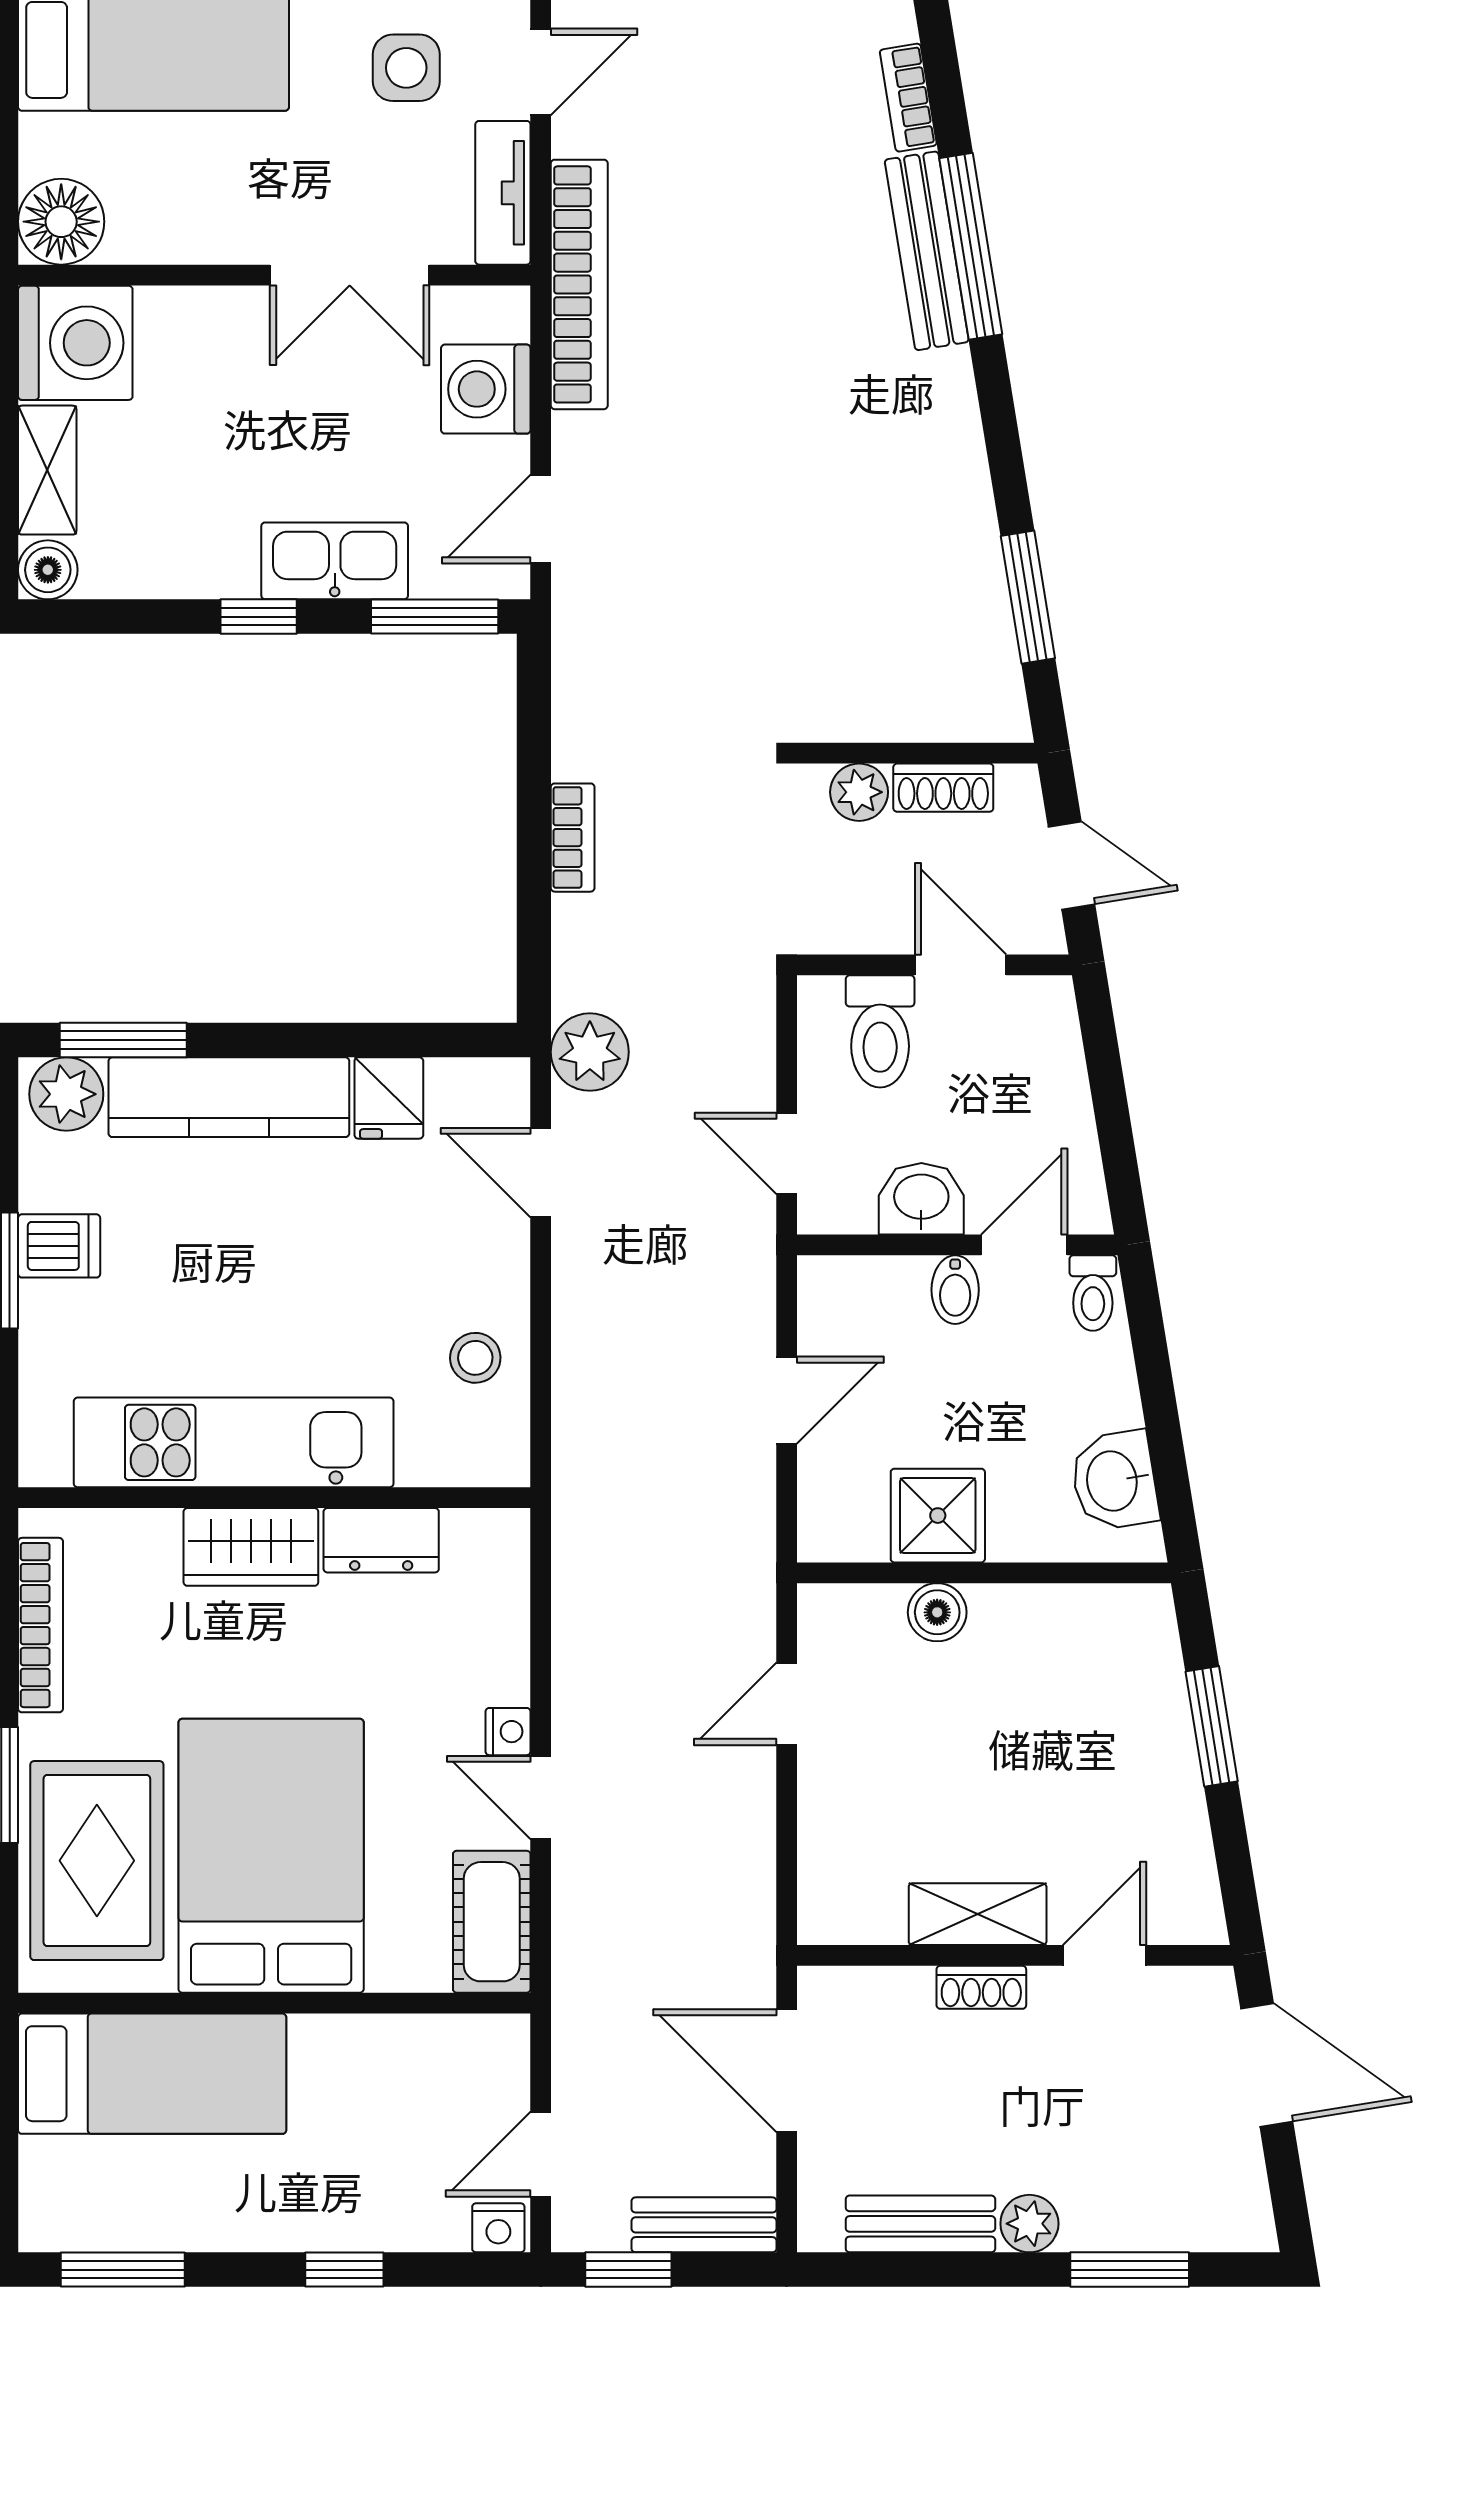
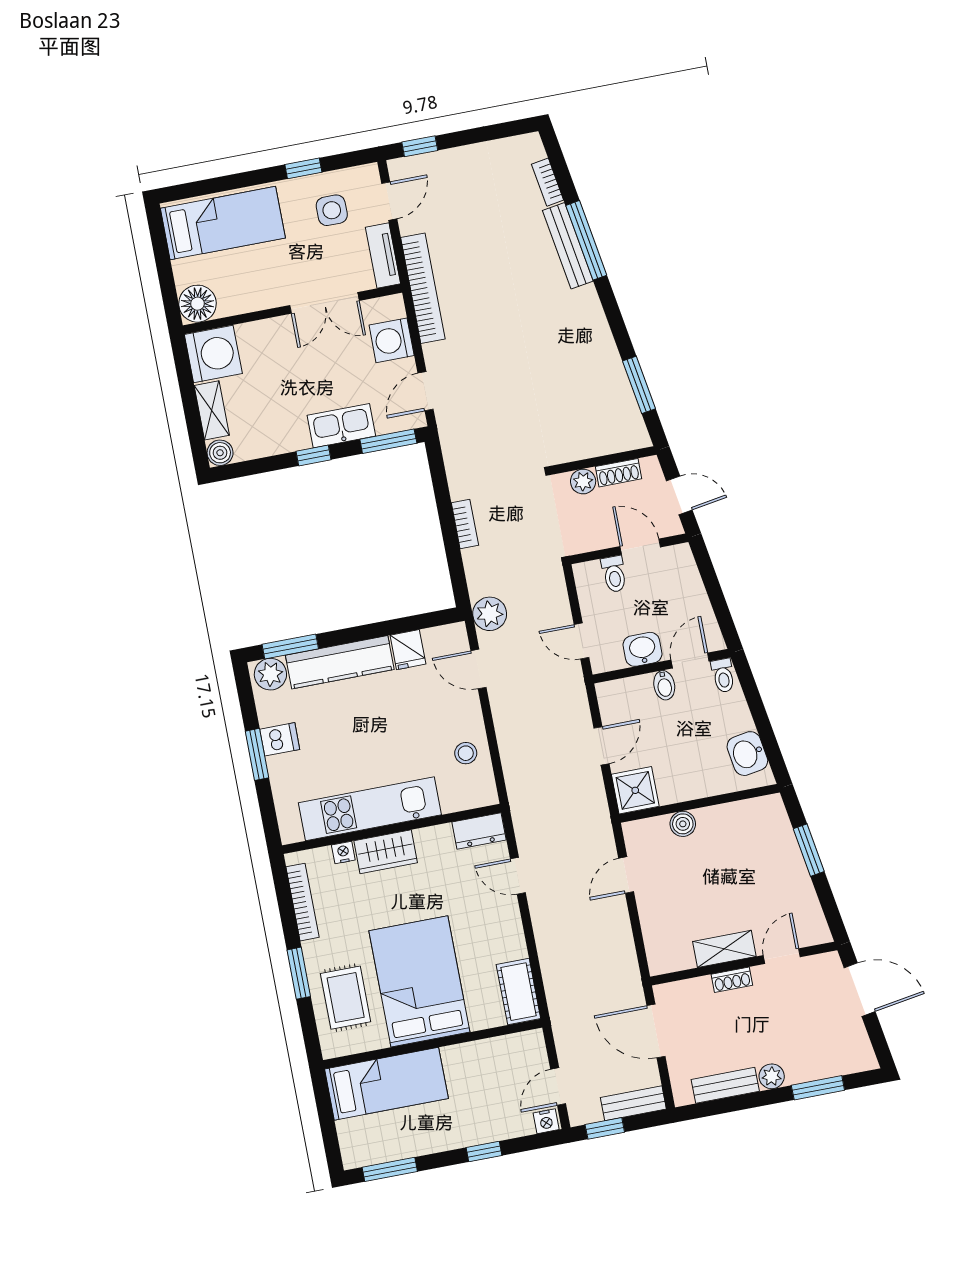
toilet: (880, 1031) -> (614, 574), width x0.73, depth x0.72
shower: (938, 1516) -> (635, 790), moved
dresser: (381, 1540) -> (479, 831), moved
nightstand: (508, 1732) -> (343, 853), moved, turned -90
door: (541, 1797) -> (518, 876), moved
rug: (97, 1861) -> (346, 998), width x0.73, depth x0.70

